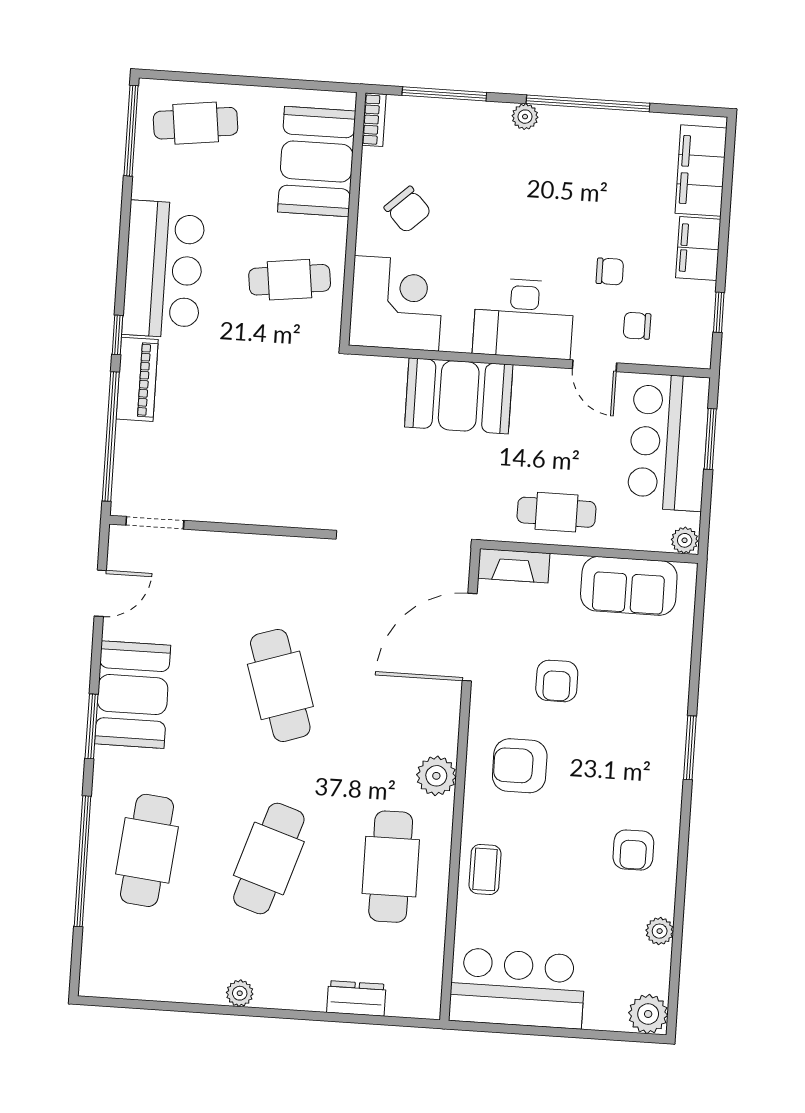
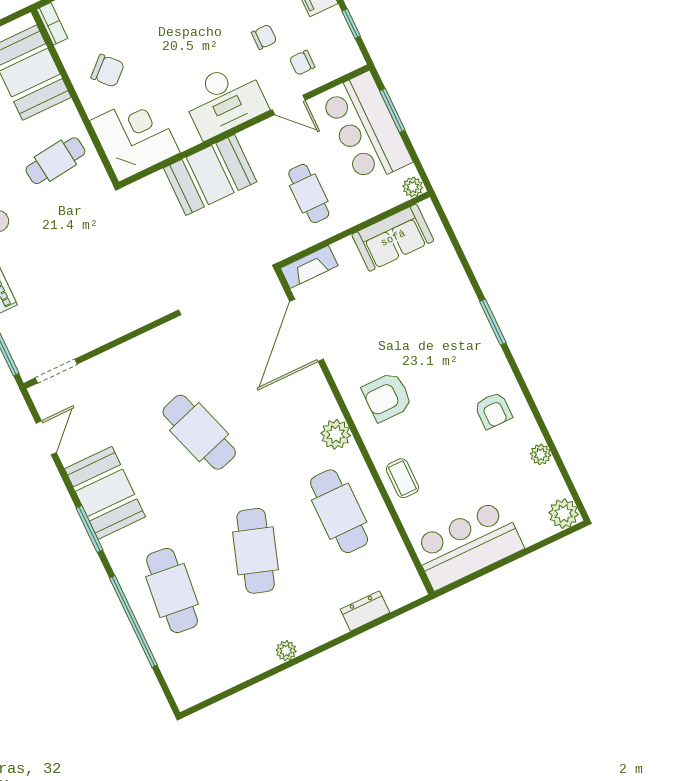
cafe table: (556, 512) -> (309, 193), moved, turned 90
armchair: (557, 681) -> (380, 327), removed

